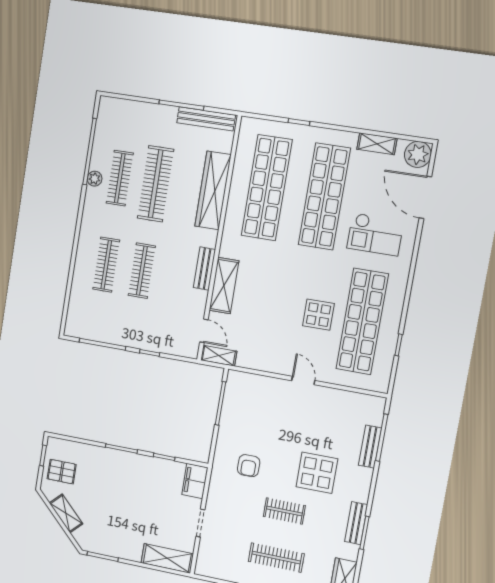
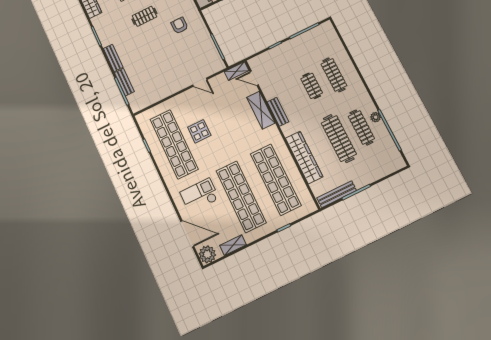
clothes rail: (142, 271) -> (312, 86), width x0.73
door: (303, 381) -> (200, 82), moved
display table: (317, 473) -> (142, 48), removed
bench: (356, 523) -> (113, 58), moved

